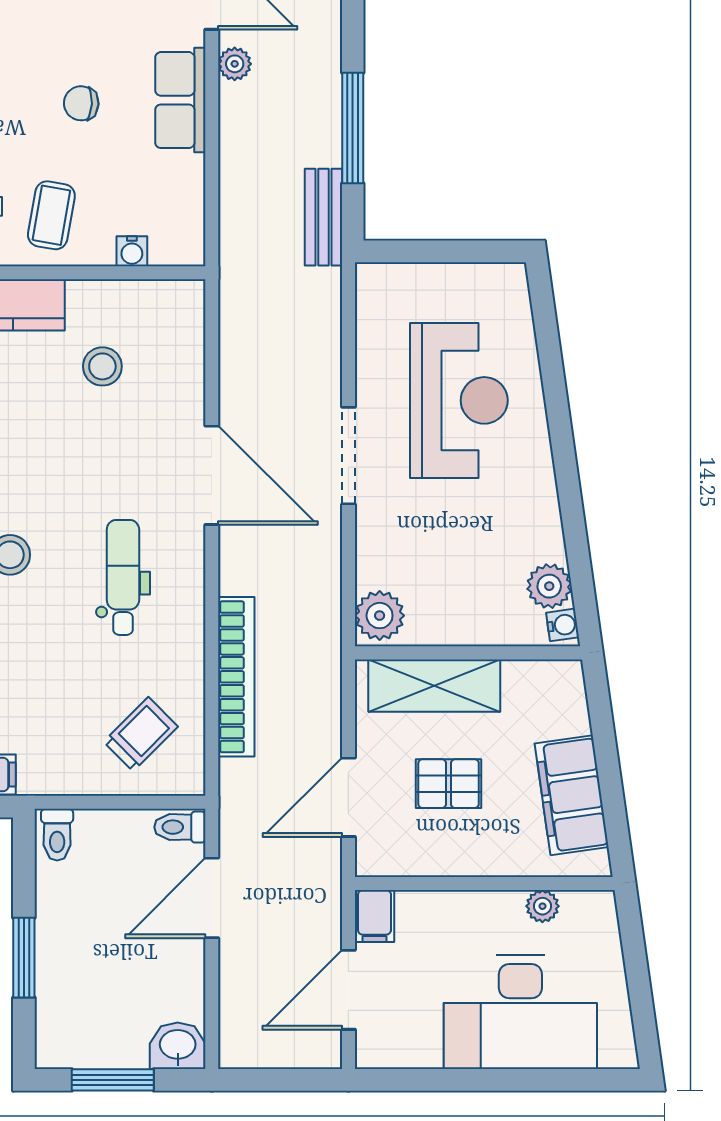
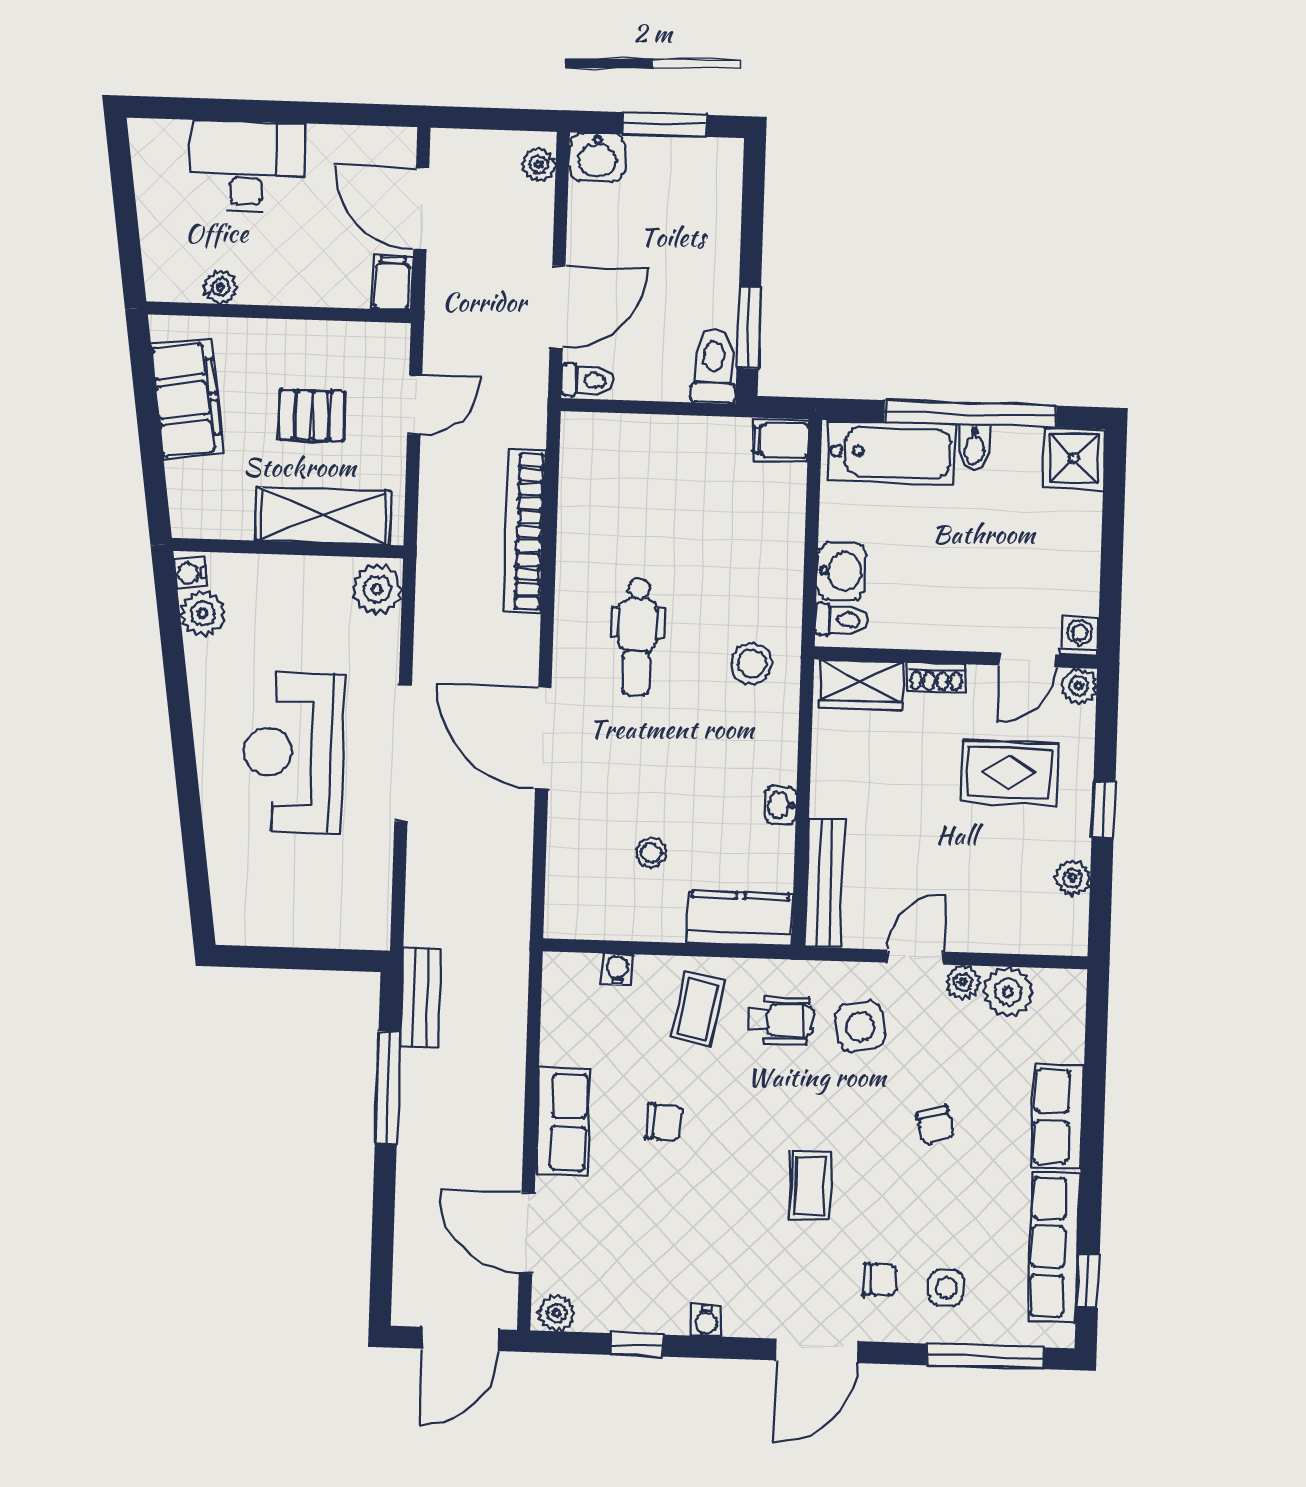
plant: (235, 64) -> (539, 164), moved
stool: (102, 366) -> (651, 853), width x0.73, depth x0.73
reception desk: (459, 400) -> (294, 753), moved
doorway: (348, 456) -> (403, 753), width x1.36
trolley: (141, 734) -> (624, 476), removed
door: (348, 797) -> (415, 405), width x0.73
toilet: (57, 835) -> (714, 366), width x1.37, depth x1.39
window: (24, 958) -> (749, 328), moved
door: (348, 990) -> (421, 209), swing flipped
desk: (520, 1012) -> (247, 166), width x0.73, depth x0.77

